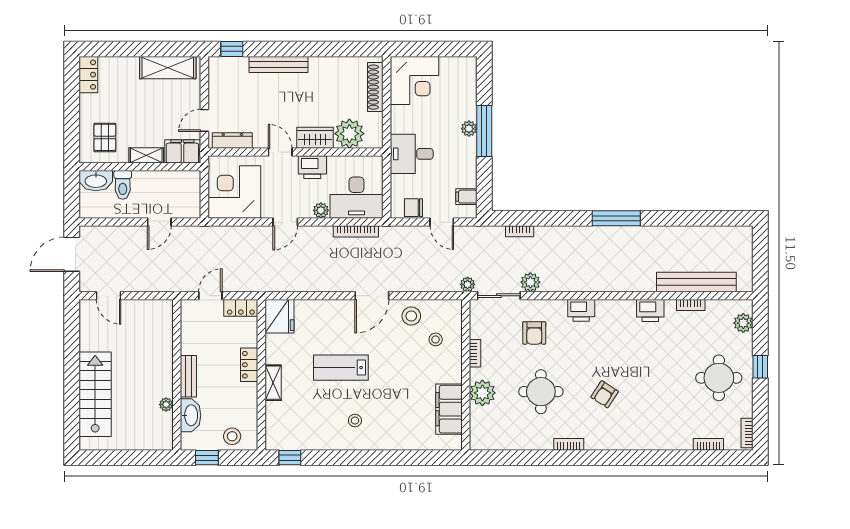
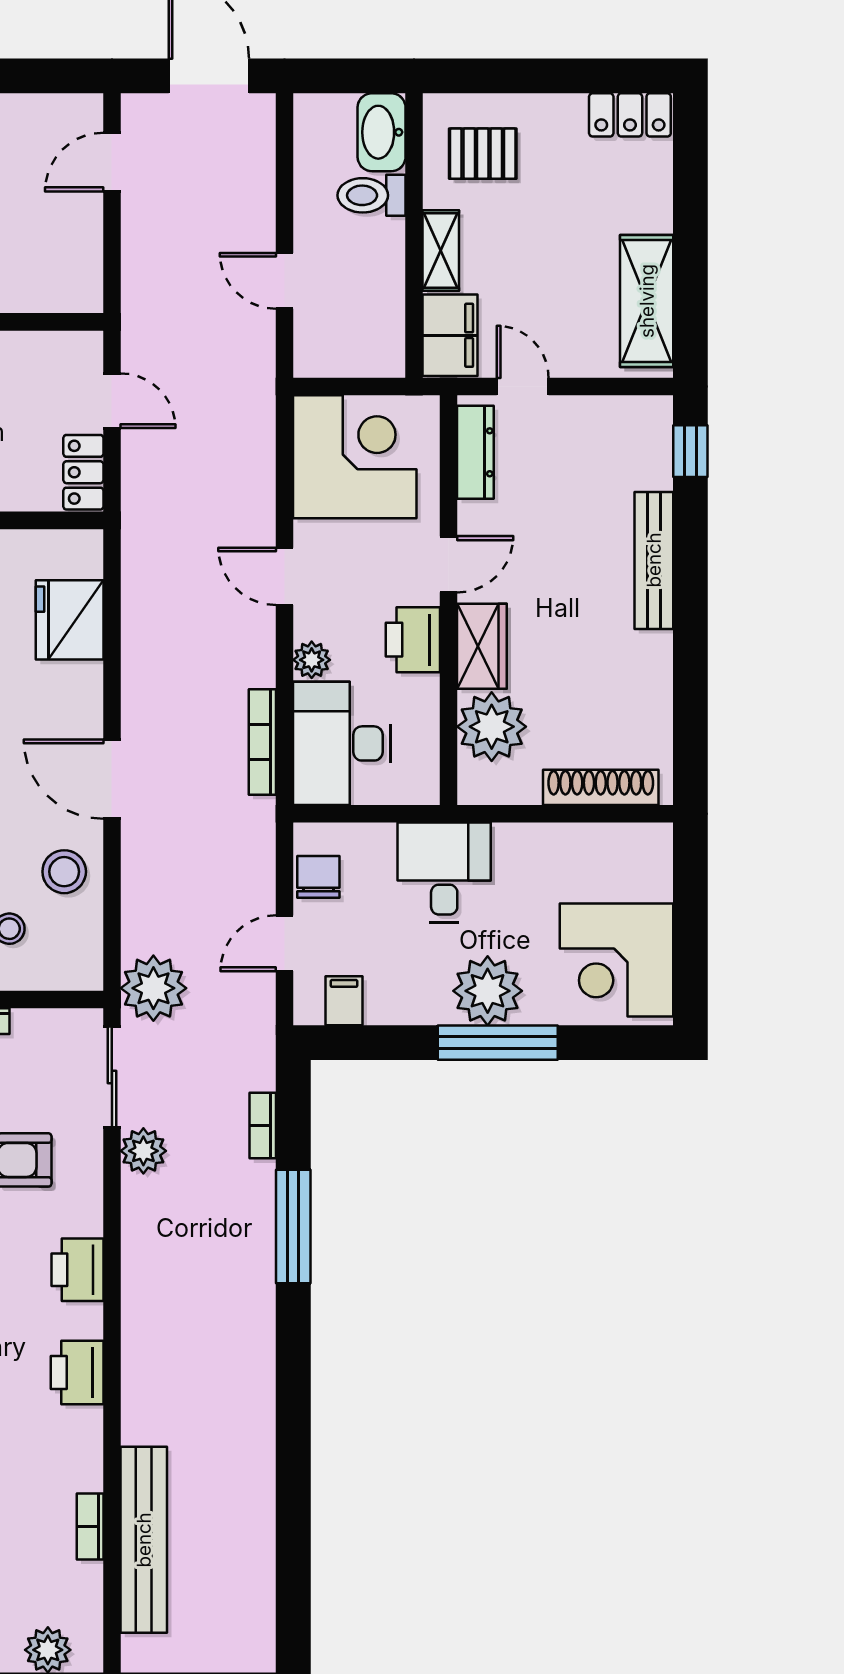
corner desk: (414, 80) -> (616, 960), moved
plant: (469, 129) -> (488, 991), width x1.87, depth x1.87
window: (616, 218) -> (293, 1227), moved
plant: (468, 284) -> (153, 988), width x1.88, depth x1.88
printer: (650, 311) -> (77, 1372), moved
fridge: (279, 316) -> (70, 620), moved, turned 90

